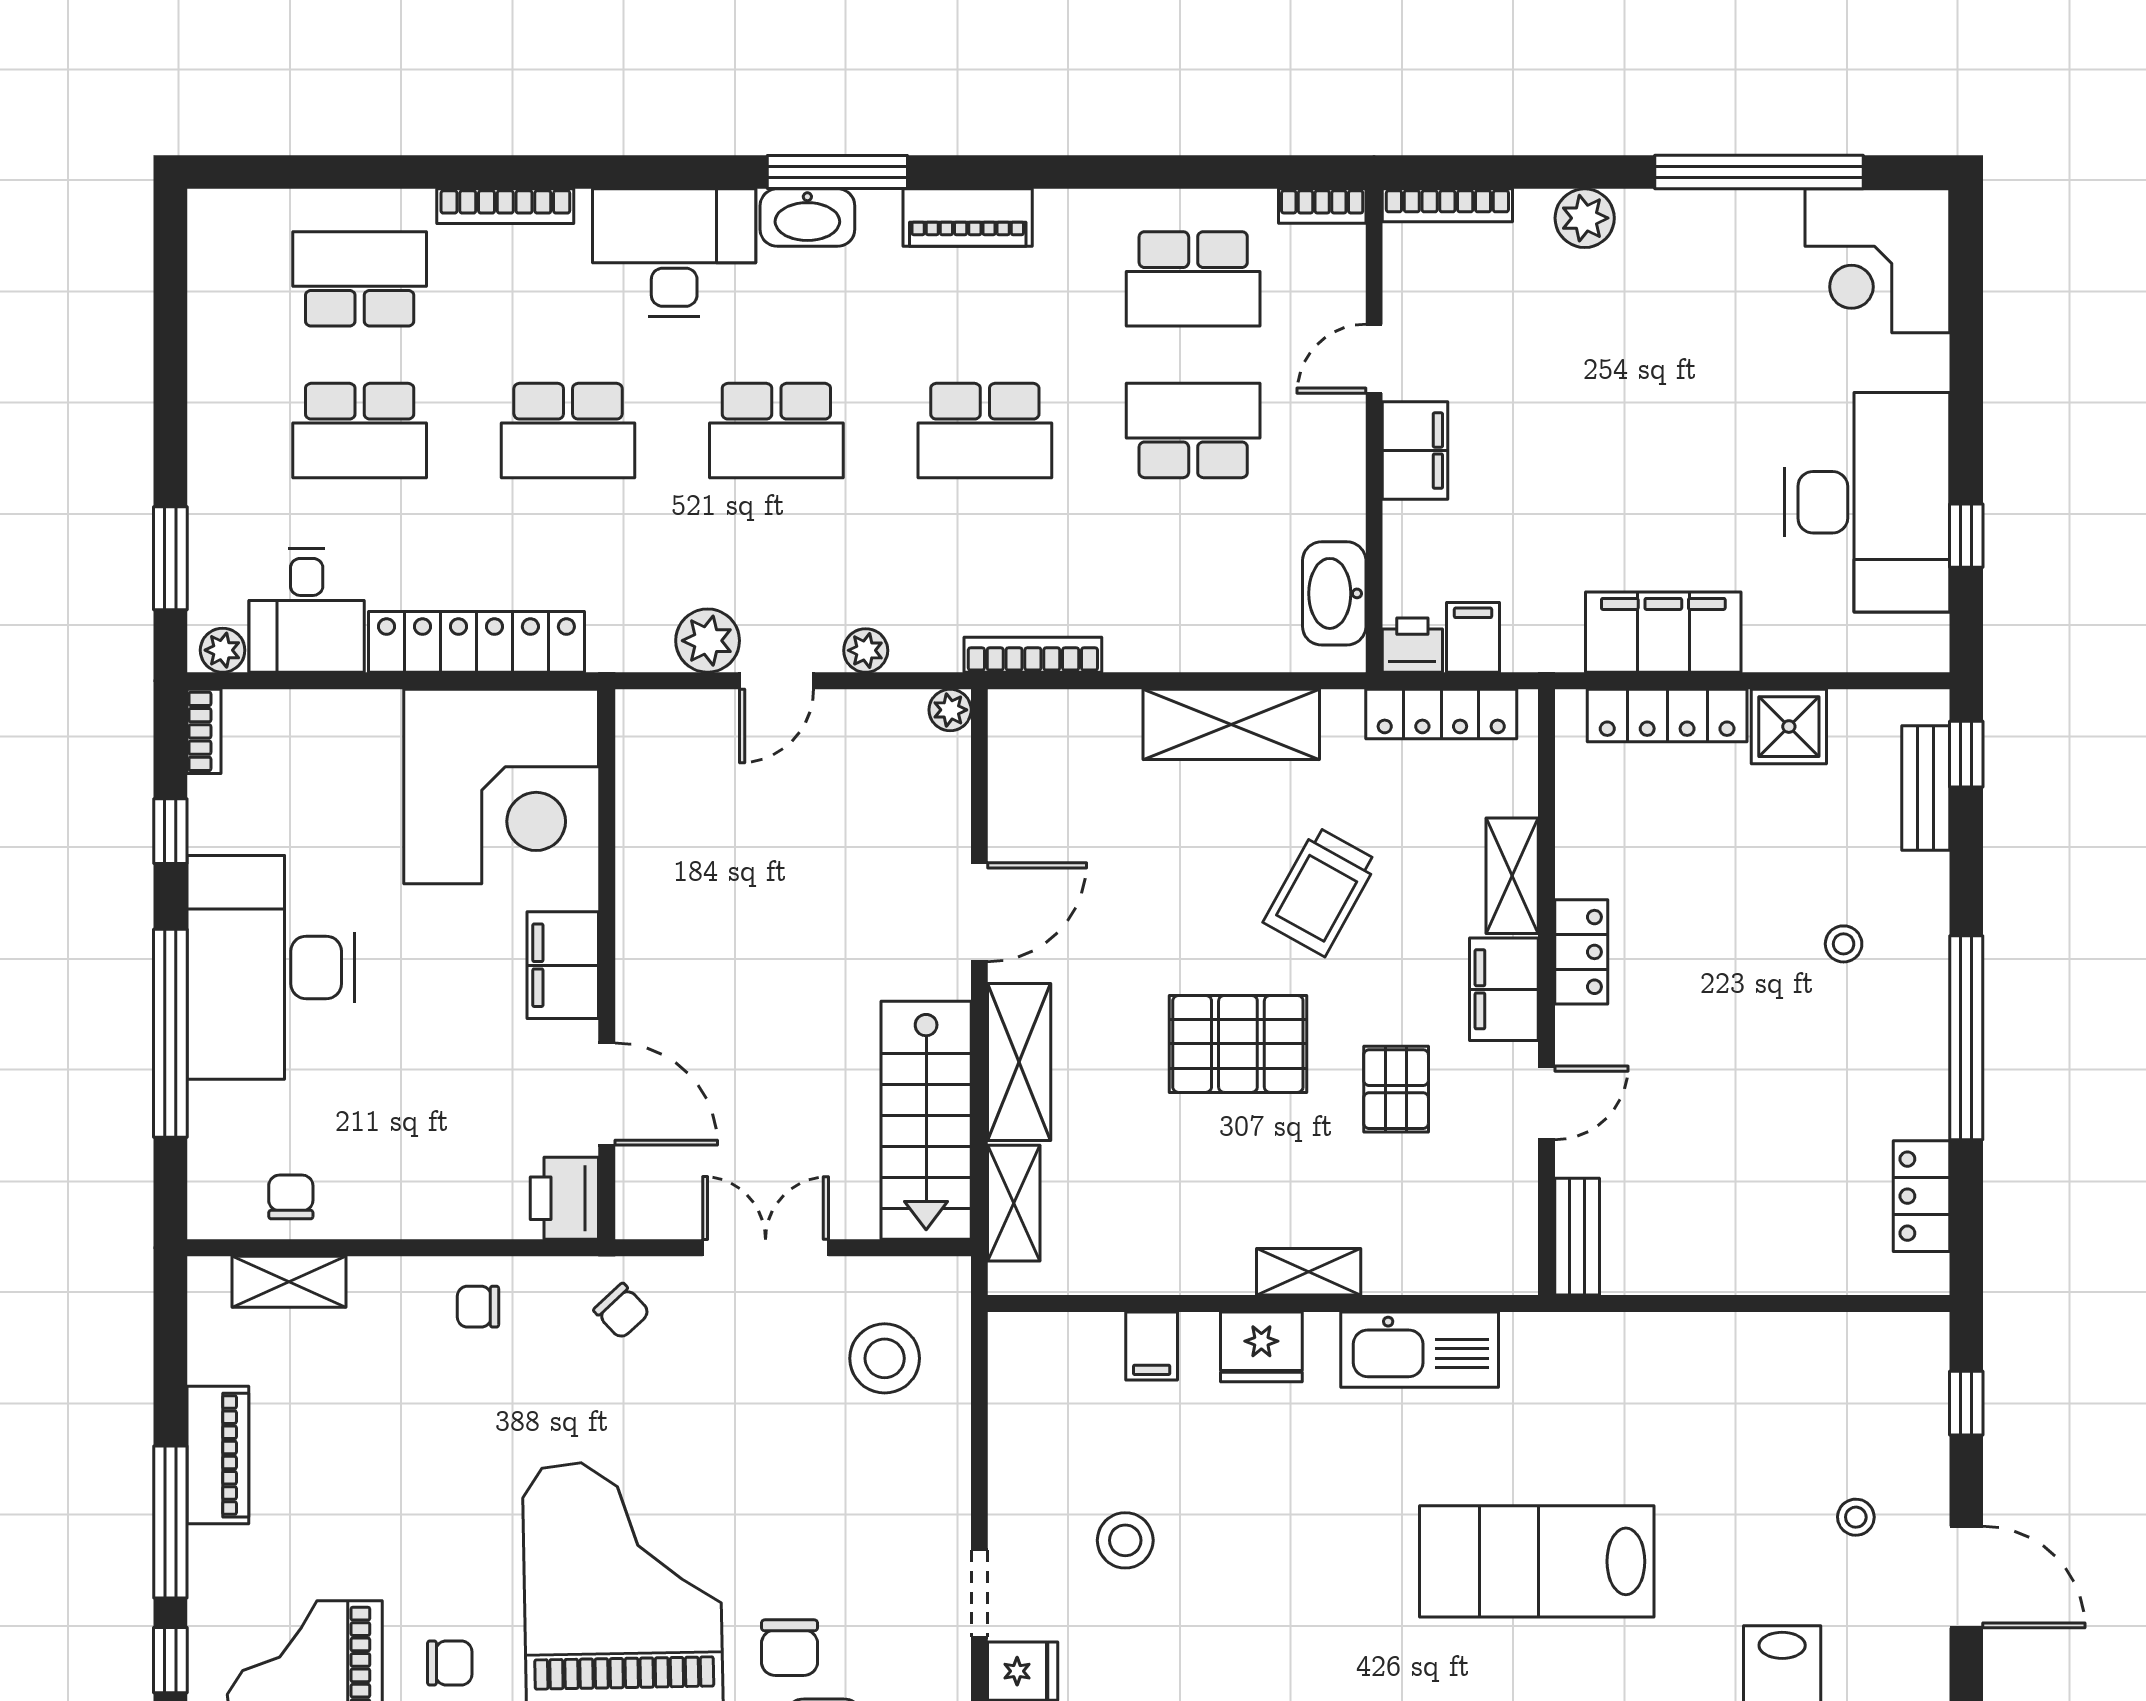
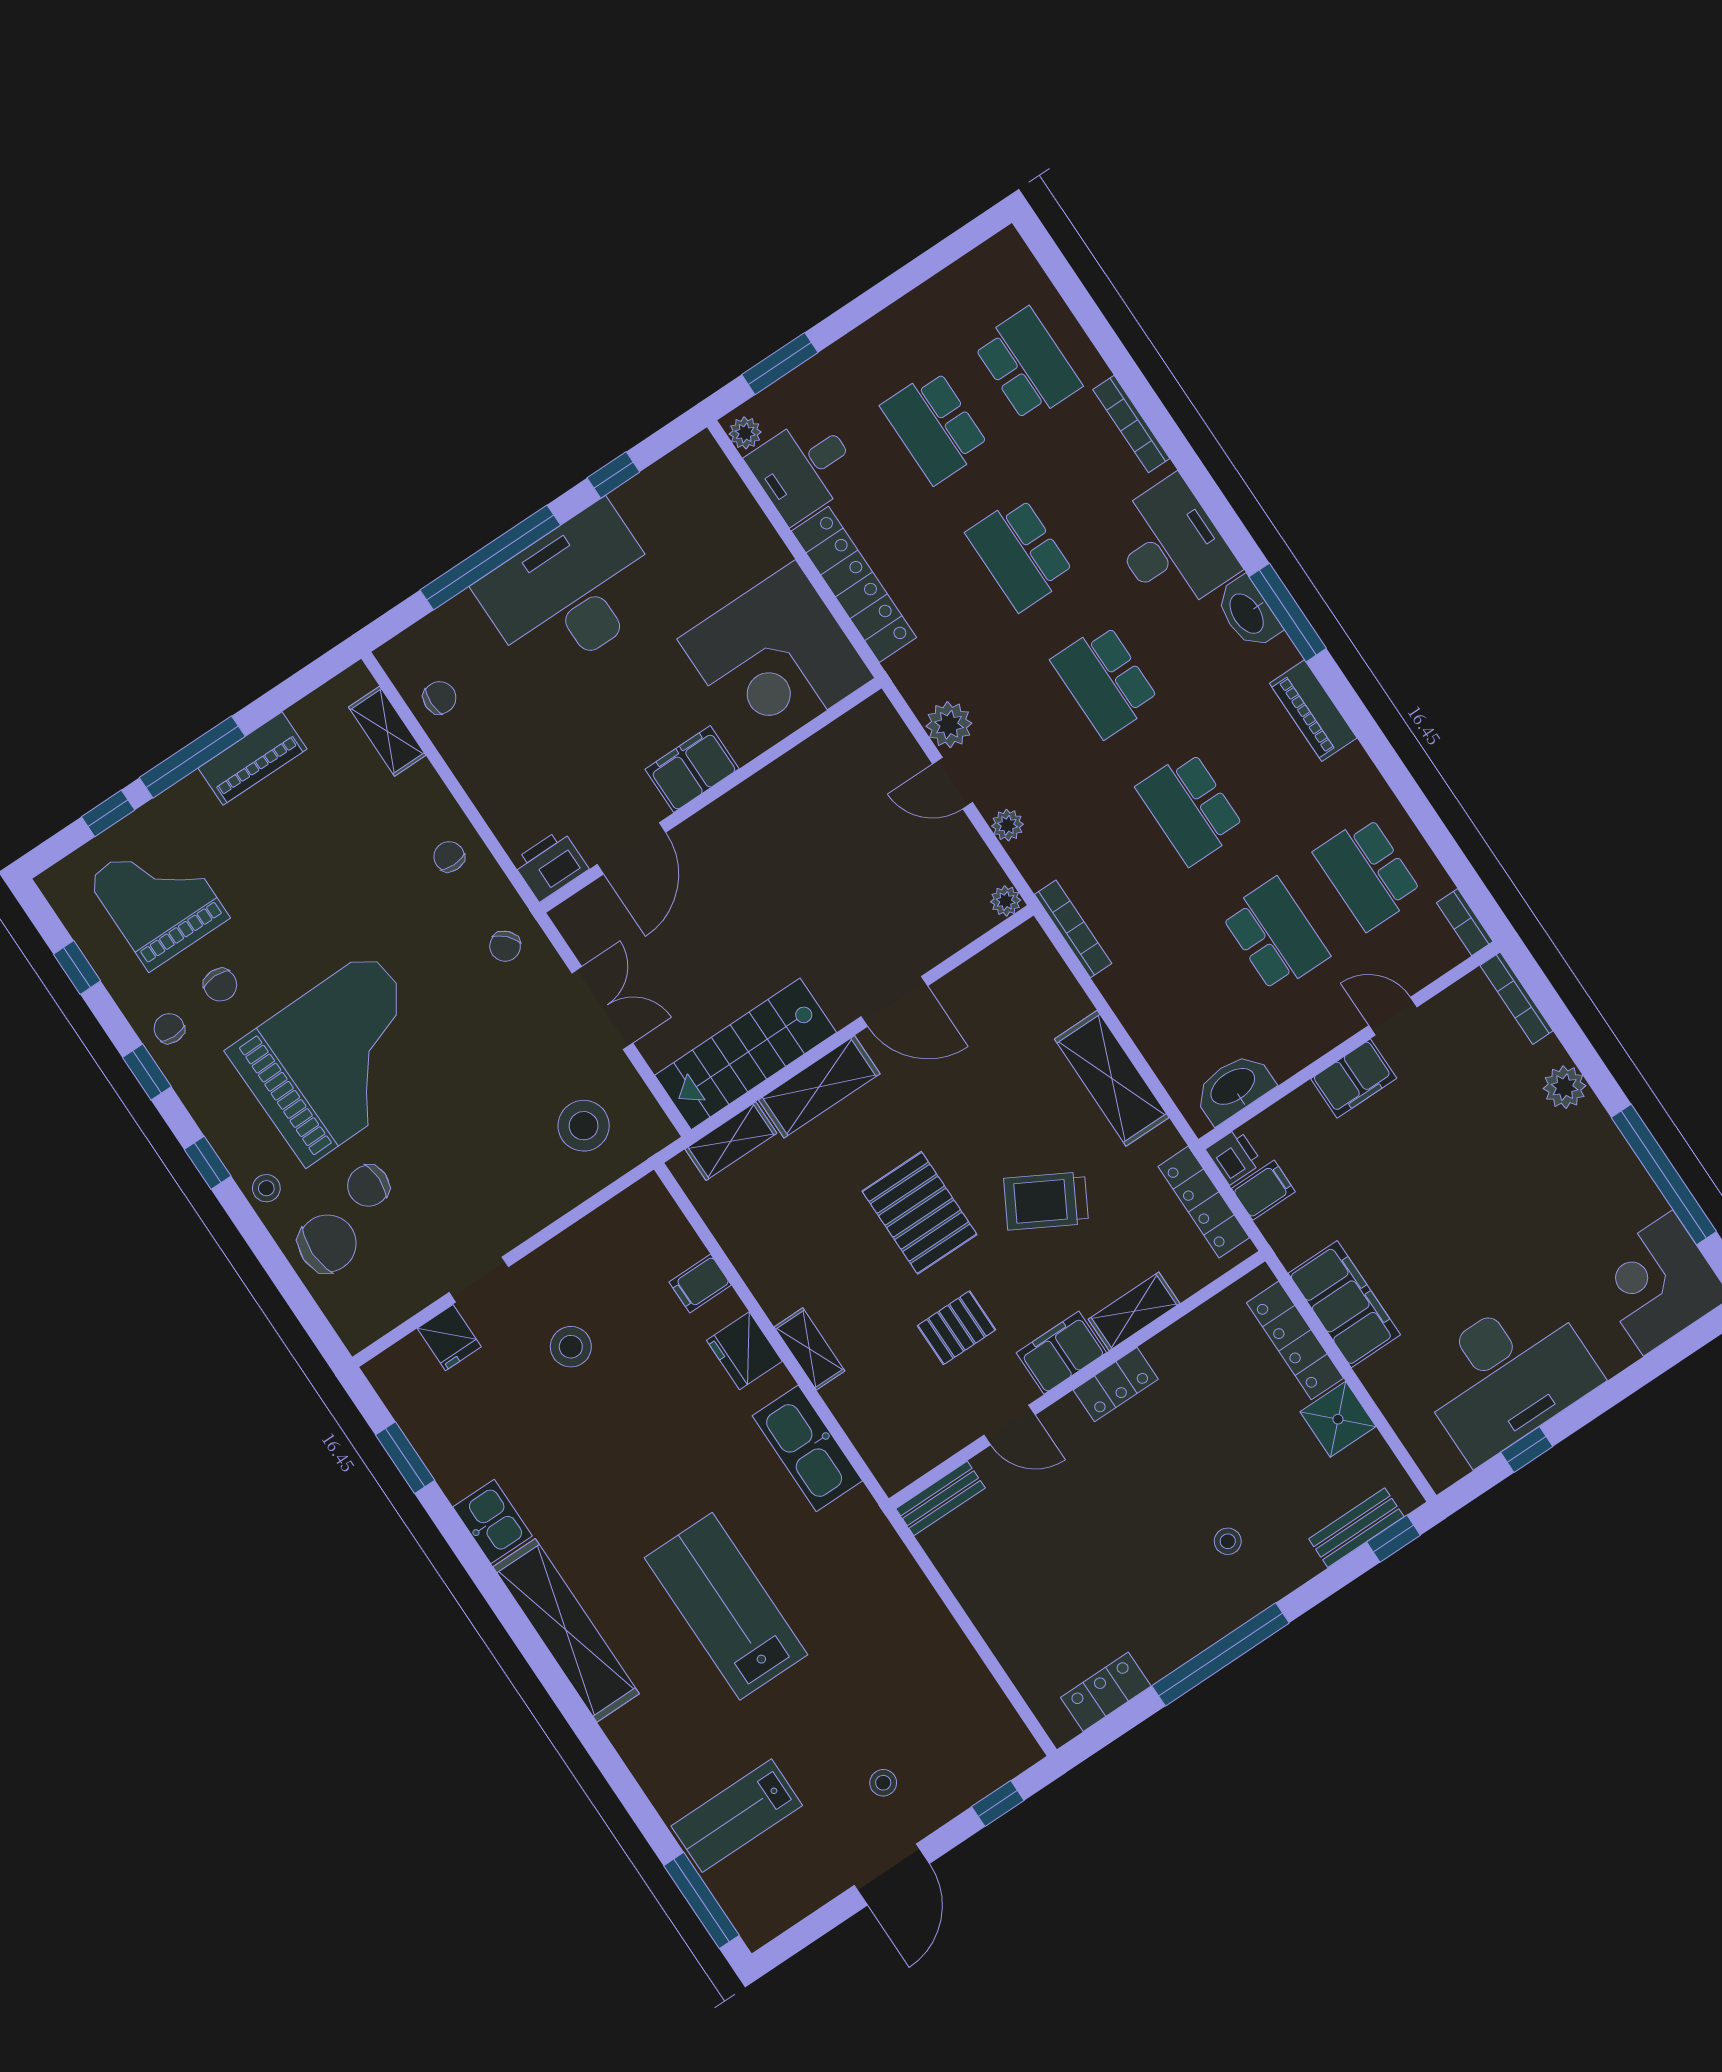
bookcase: (204, 731) -> (688, 455), removed

